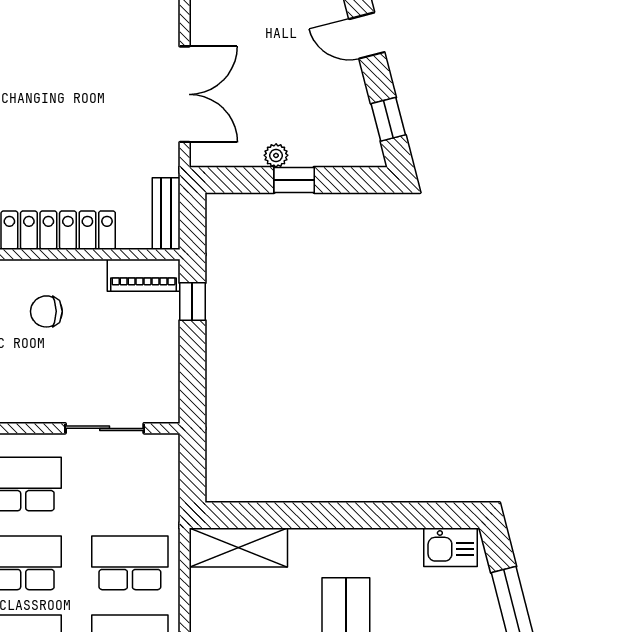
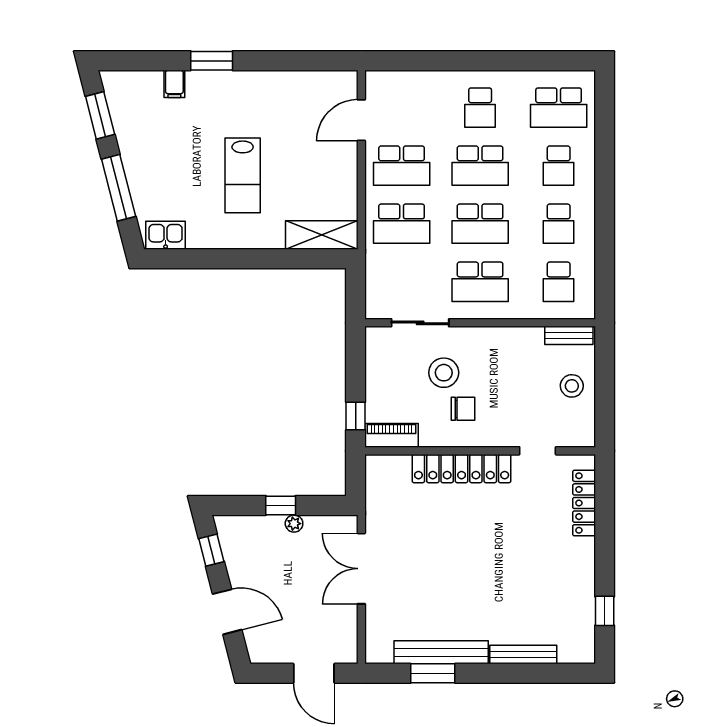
door: (367, 36) -> (227, 612), width x1.38
bench: (166, 214) -> (375, 481), removed
stool: (73, 360) -> (444, 373), added

